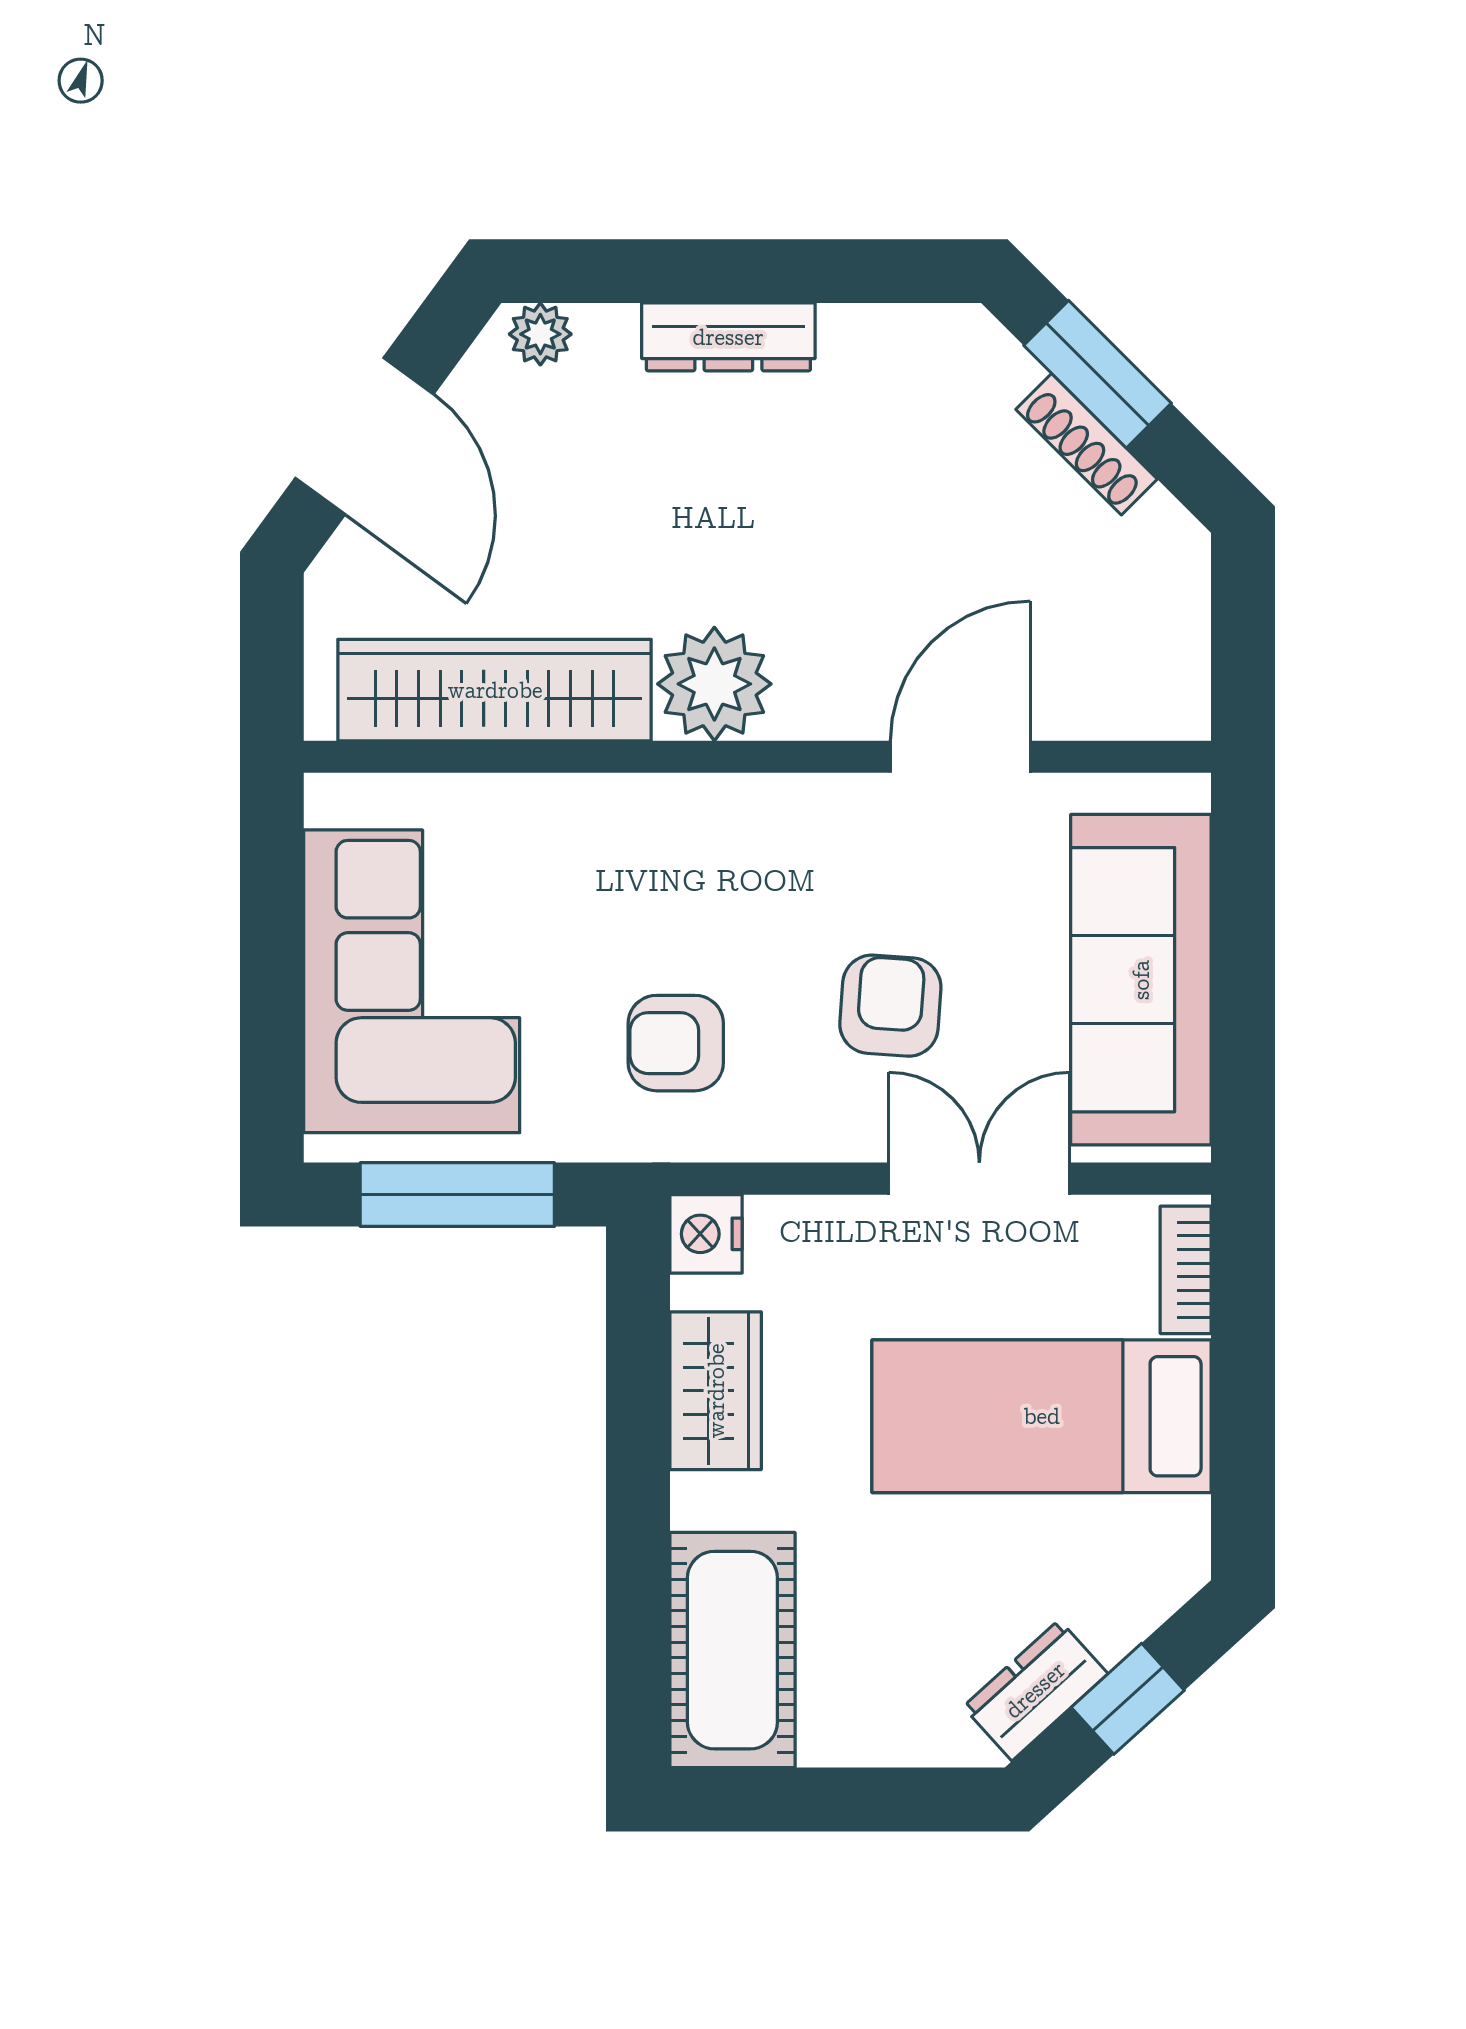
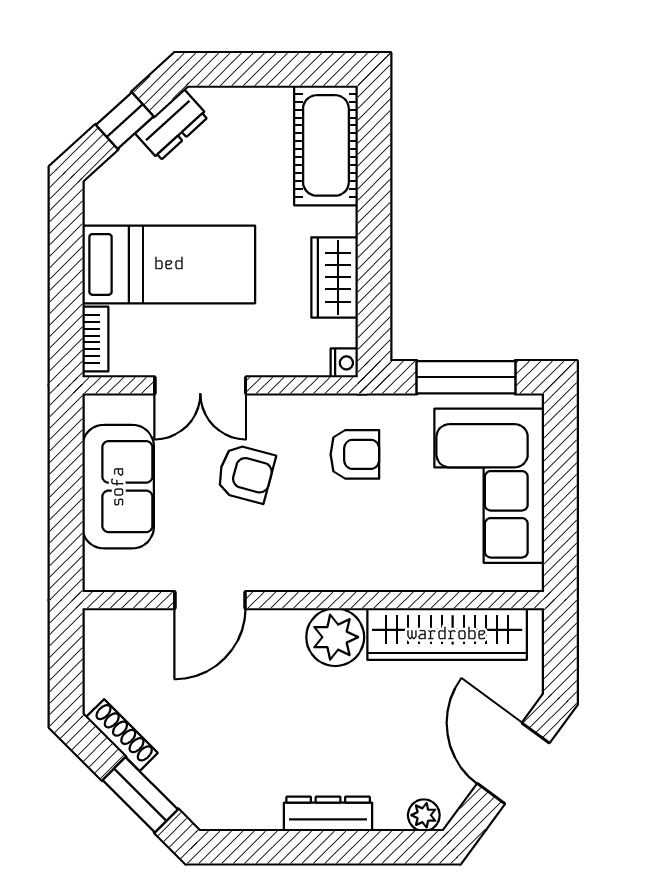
shoe rack: (1087, 444) -> (122, 735), moved
sofa: (1141, 980) -> (118, 487), width x0.73
armchair: (890, 1006) -> (246, 473), turned -79
nightstand: (706, 1234) -> (344, 363), width x0.72, depth x0.74

